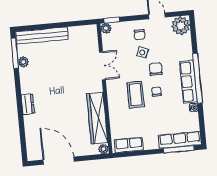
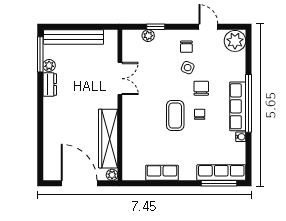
double door: (102, 66) -> (120, 79), moved
wall: (105, 89) -> (120, 105), moved
dresser: (28, 104) -> (50, 85), moved
wardrobe: (97, 118) -> (108, 139), moved
plant: (103, 149) -> (112, 175), moved

